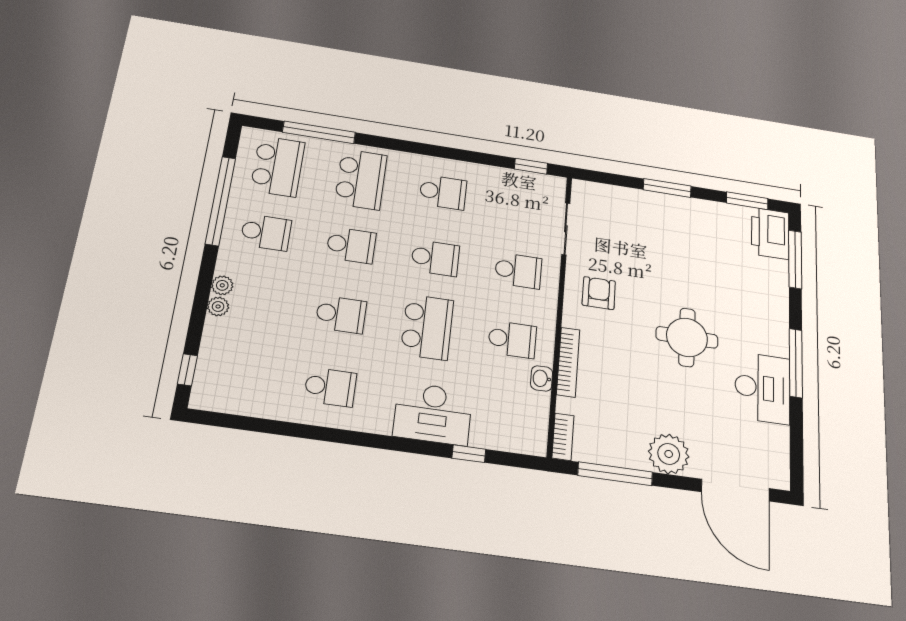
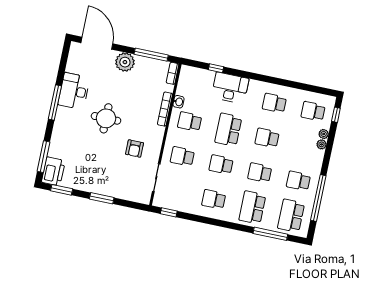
plant: (222, 285) -> (324, 134), moved
armchair: (599, 293) -> (135, 149), moved
school desk: (241, 374) -> (313, 111), added

